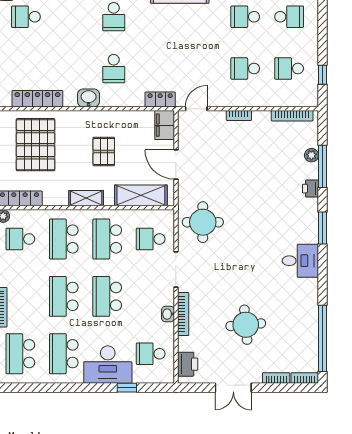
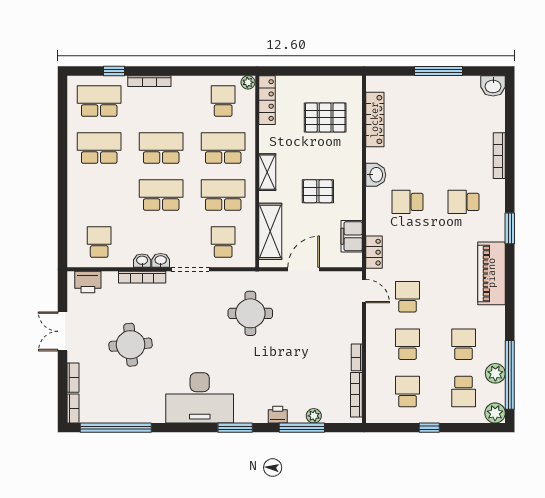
school desk: (26, 17) -> (407, 297), moved
window: (322, 75) -> (429, 428), moved
bookcase: (239, 115) -> (357, 357), moved
filing cabinet: (165, 125) -> (352, 236), moved, turned -90
pallet: (36, 145) -> (325, 117), width x0.73, depth x0.71
round table: (203, 222) -> (250, 313), moved
desk: (300, 261) -> (200, 398), width x1.87, depth x1.30
washbasin: (168, 297) -> (161, 260), added
desk: (108, 365) -> (87, 196), removed
window: (127, 388) -> (63, 216), removed

